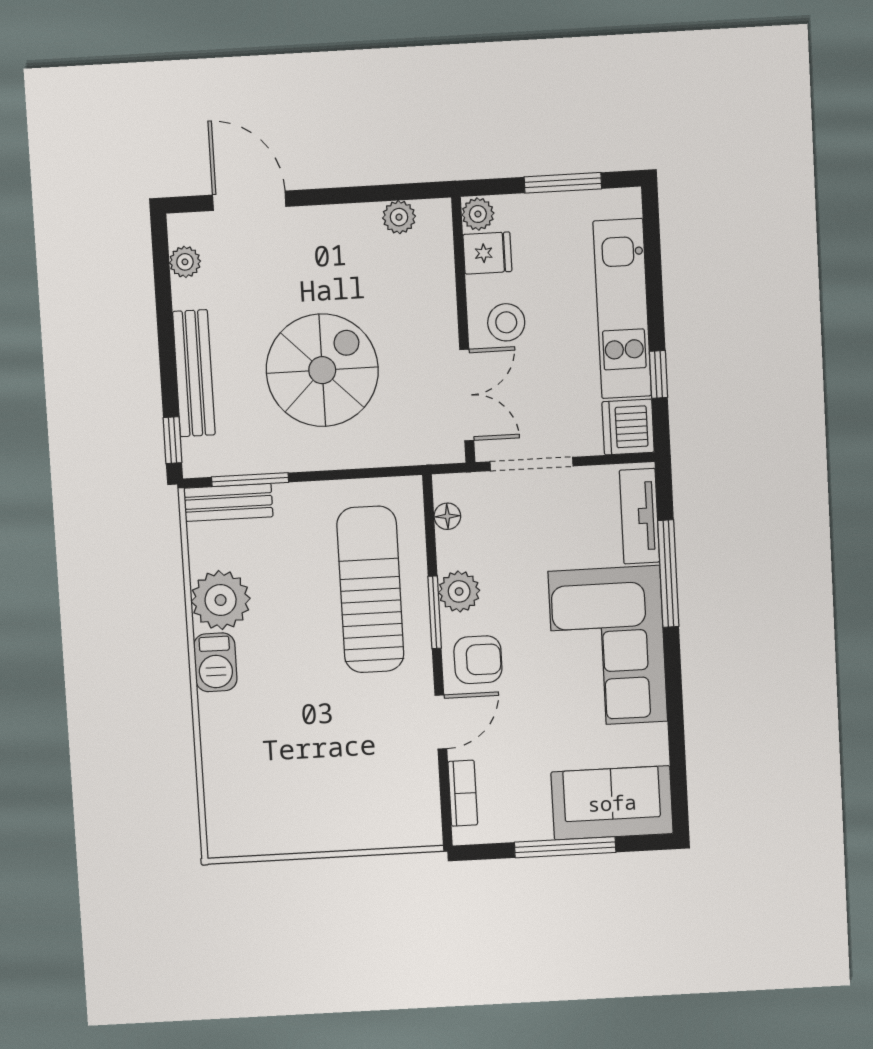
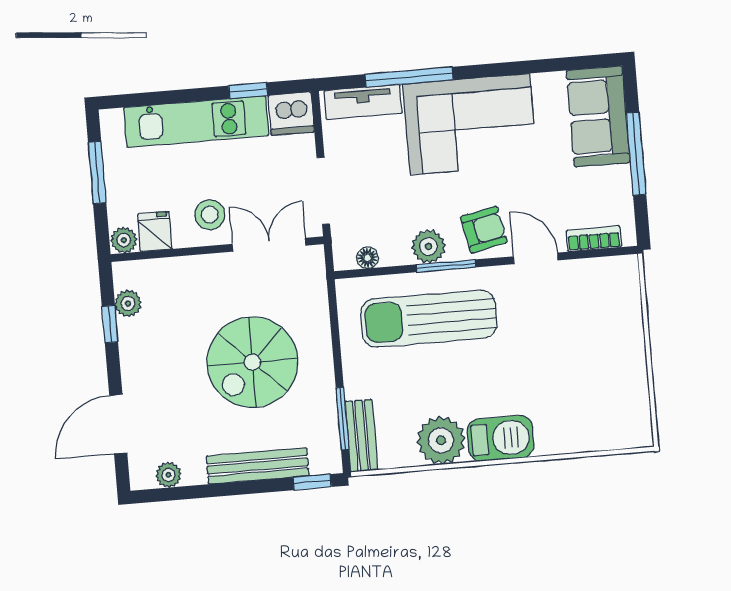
window: (374, 194) -> (110, 324), added
spiral stairs: (322, 370) -> (252, 362), turned -90
armchair: (478, 660) -> (484, 230), turned 78
barbecue: (215, 662) -> (501, 438), width x1.38, depth x1.27

